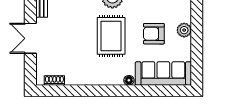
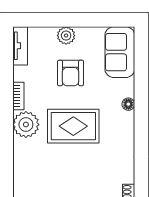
sofa: (163, 73) -> (120, 52), width x0.73

